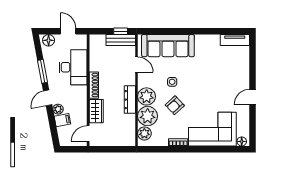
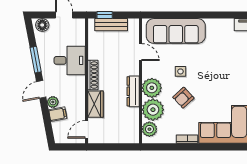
window: (121, 31) -> (105, 15), moved
bench: (121, 40) -> (111, 25), moved
desk: (73, 67) -> (70, 60), width x0.73

